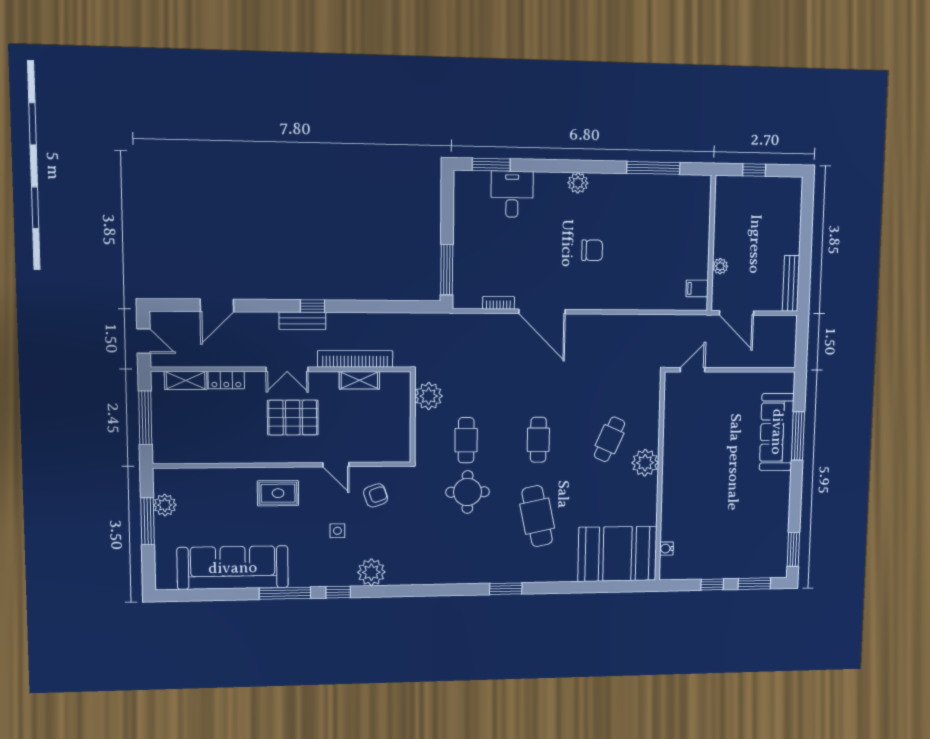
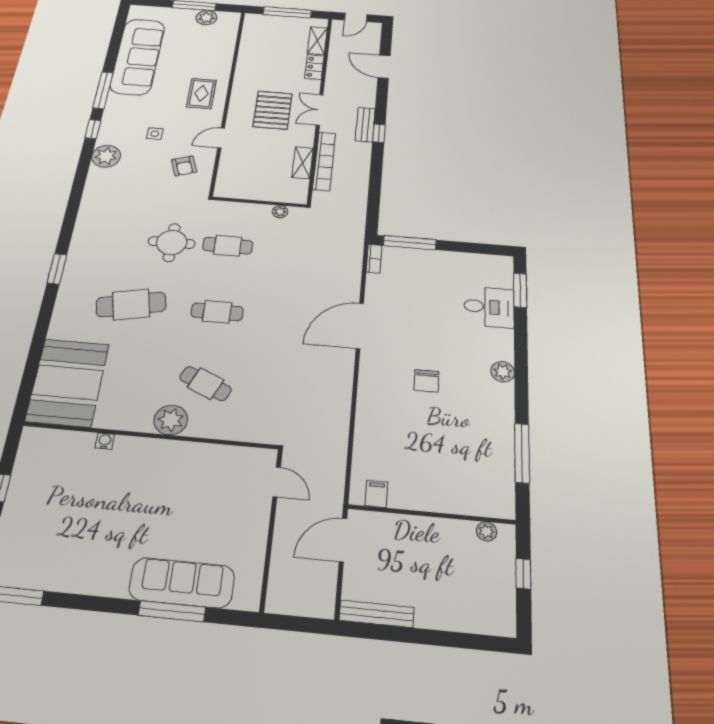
plant: (720, 266) -> (486, 531), moved
bookcase: (499, 303) -> (374, 259), moved
plant: (429, 396) -> (280, 212), width x0.53, depth x0.53
water cooler: (666, 549) -> (105, 441), moved

